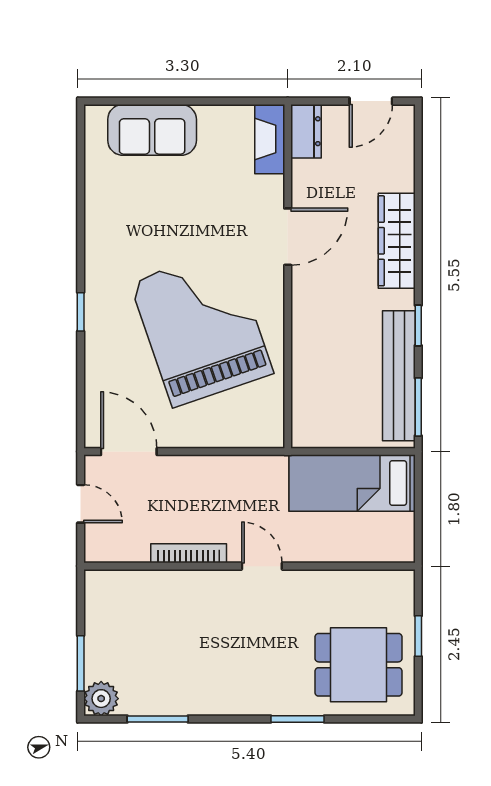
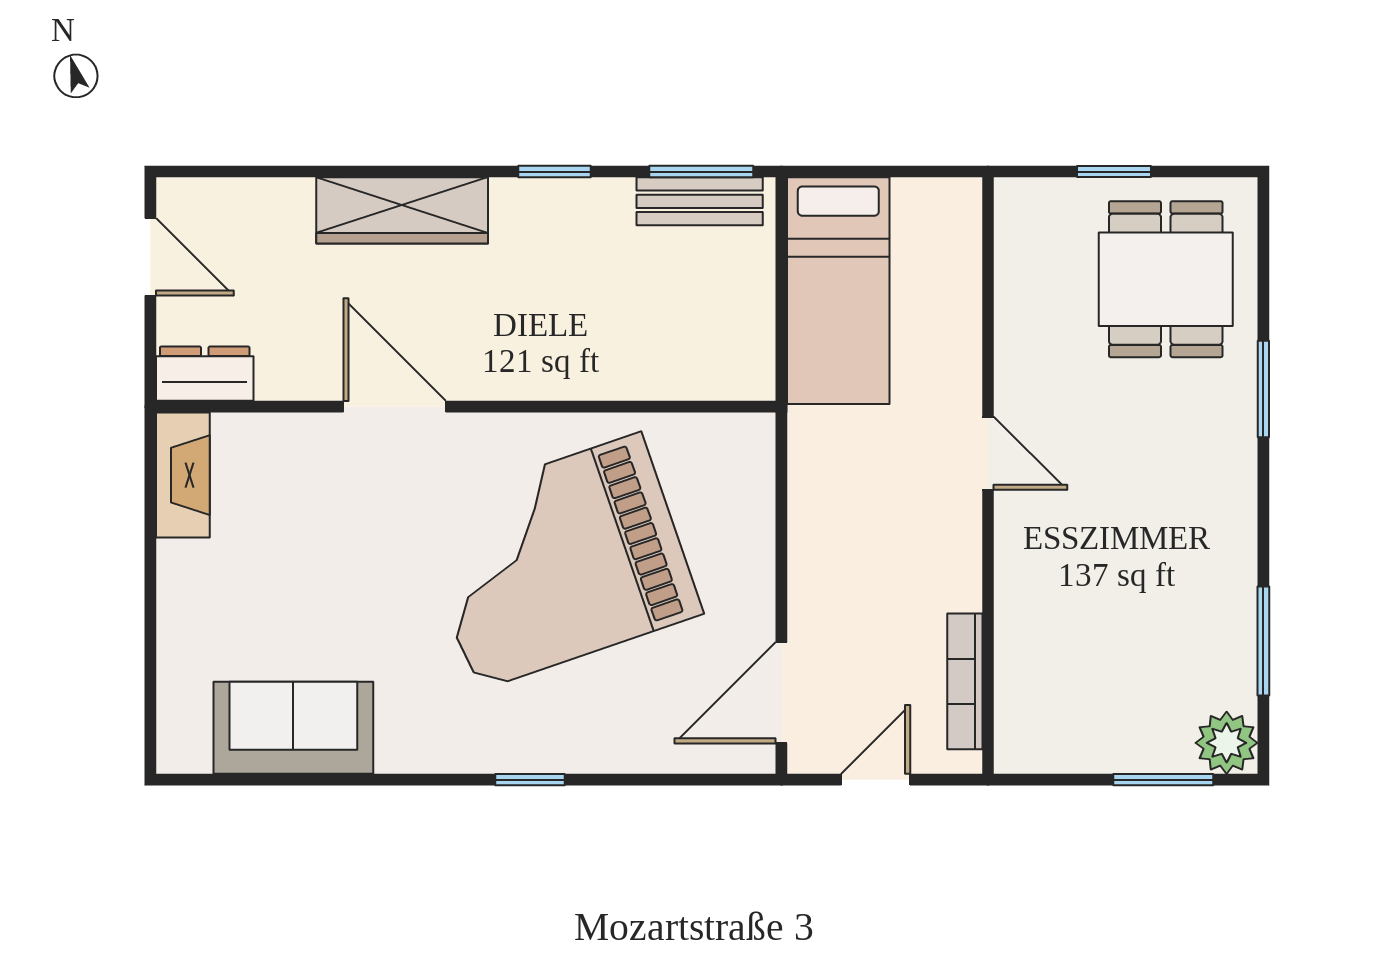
sofa: (152, 130) -> (293, 728), moved, turned -90
fireplace: (270, 139) -> (183, 475), moved, turned -90
bench: (399, 376) -> (700, 201), width x0.54, depth x0.82
bookcase: (189, 553) -> (965, 681), moved
door: (262, 566) -> (988, 453), swing flipped

